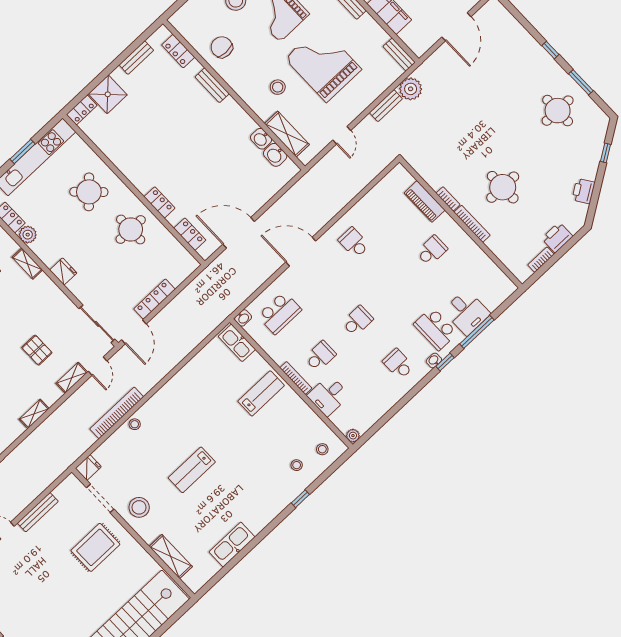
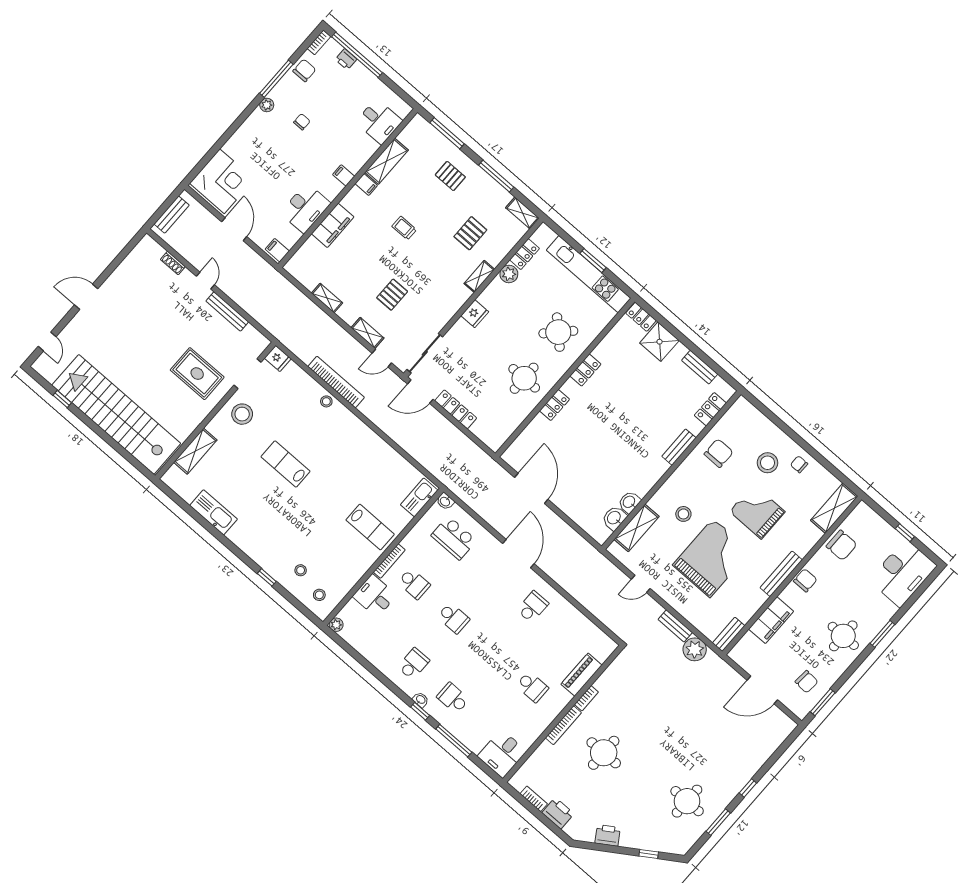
locker: (190, 234) -> (585, 370), moved
desk: (467, 312) -> (502, 754), moved
school desk: (435, 329) -> (453, 698), width x0.54

